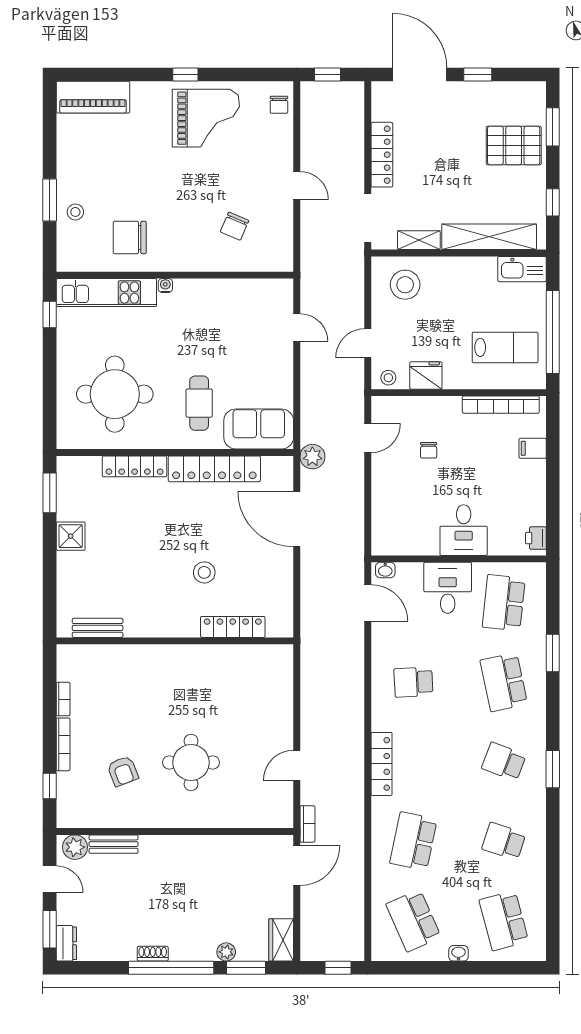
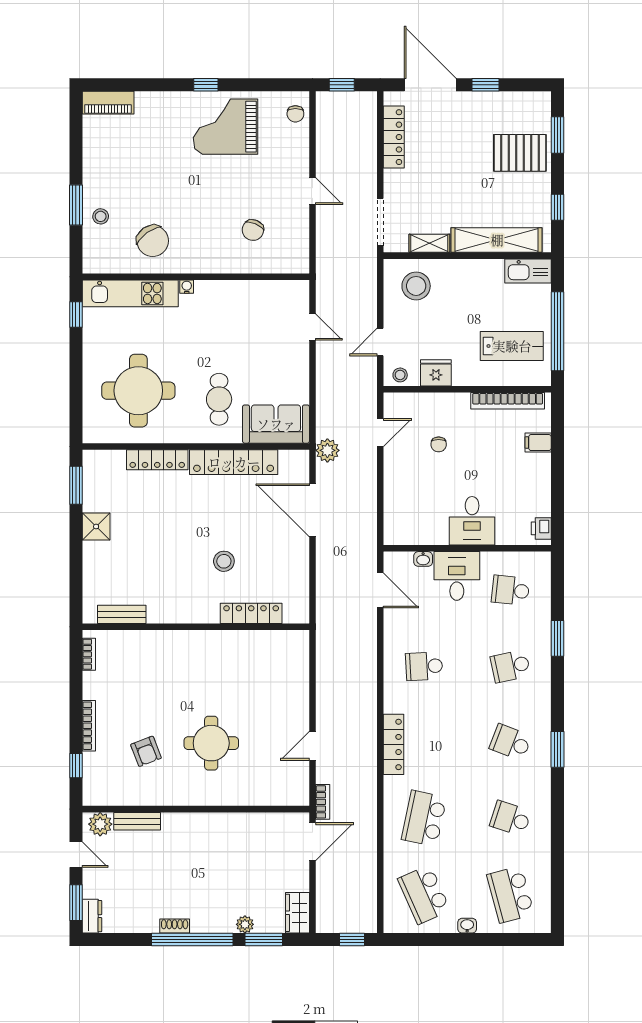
piano: (93, 97) -> (108, 103), width x0.73, depth x0.75
grand piano: (206, 118) -> (225, 127), turned 180
locker: (382, 155) -> (394, 137), moved
chair: (130, 238) -> (153, 241), turned -126
washbasin: (385, 570) -> (423, 559), moved
school desk: (504, 603) -> (510, 590), width x0.54
school desk: (504, 682) -> (510, 666), width x0.54
bookcase: (63, 699) -> (89, 654), moved

